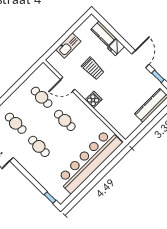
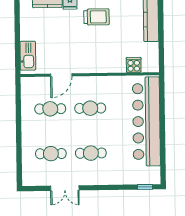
kitchen sink: (68, 45) -> (28, 56), moved
trolley: (93, 69) -> (97, 17), moved
cooker: (94, 100) -> (134, 65), moved

